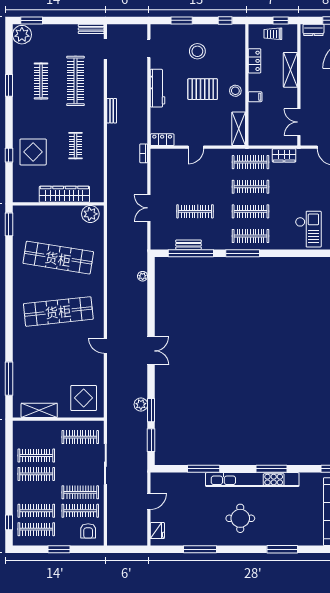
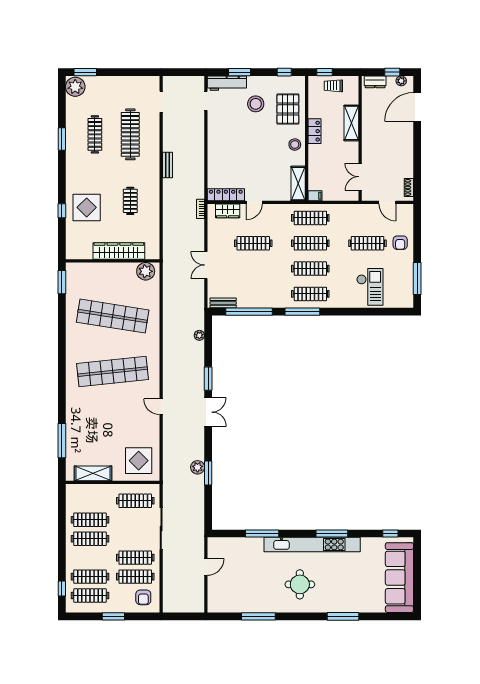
window: (281, 20) -> (324, 72), moved
bench: (91, 29) -> (147, 81), removed
locker: (254, 61) -> (314, 131), moved
workbench: (158, 88) -> (227, 83), moved, turned 90
pallet: (203, 89) -> (288, 109), moved, turned 90
filing cabinet: (255, 97) -> (315, 196), moved
locker: (162, 140) -> (226, 195), width x1.53
wardrobe: (284, 155) -> (228, 211), moved
clothes rail: (306, 187) -> (367, 243), added
clothes rail: (195, 211) -> (253, 243), moved
bench: (189, 245) -> (223, 303), moved
window: (151, 440) -> (208, 379), moved
fridge: (157, 531) -> (215, 597), removed

